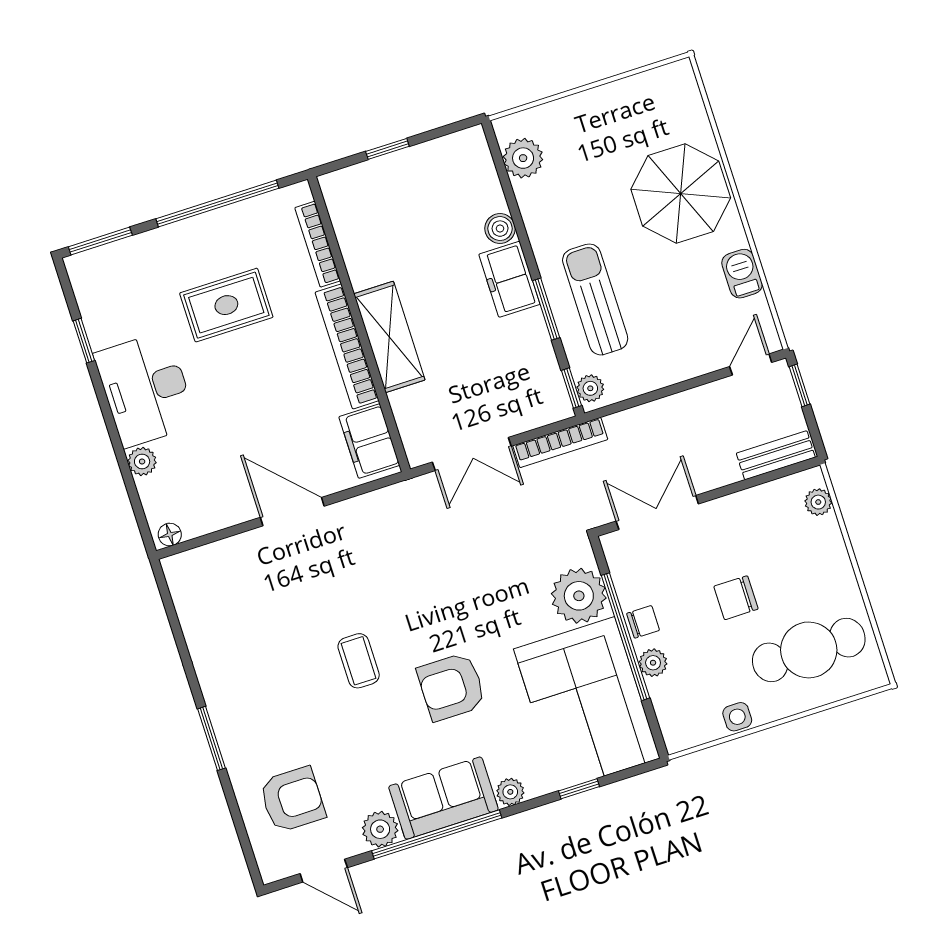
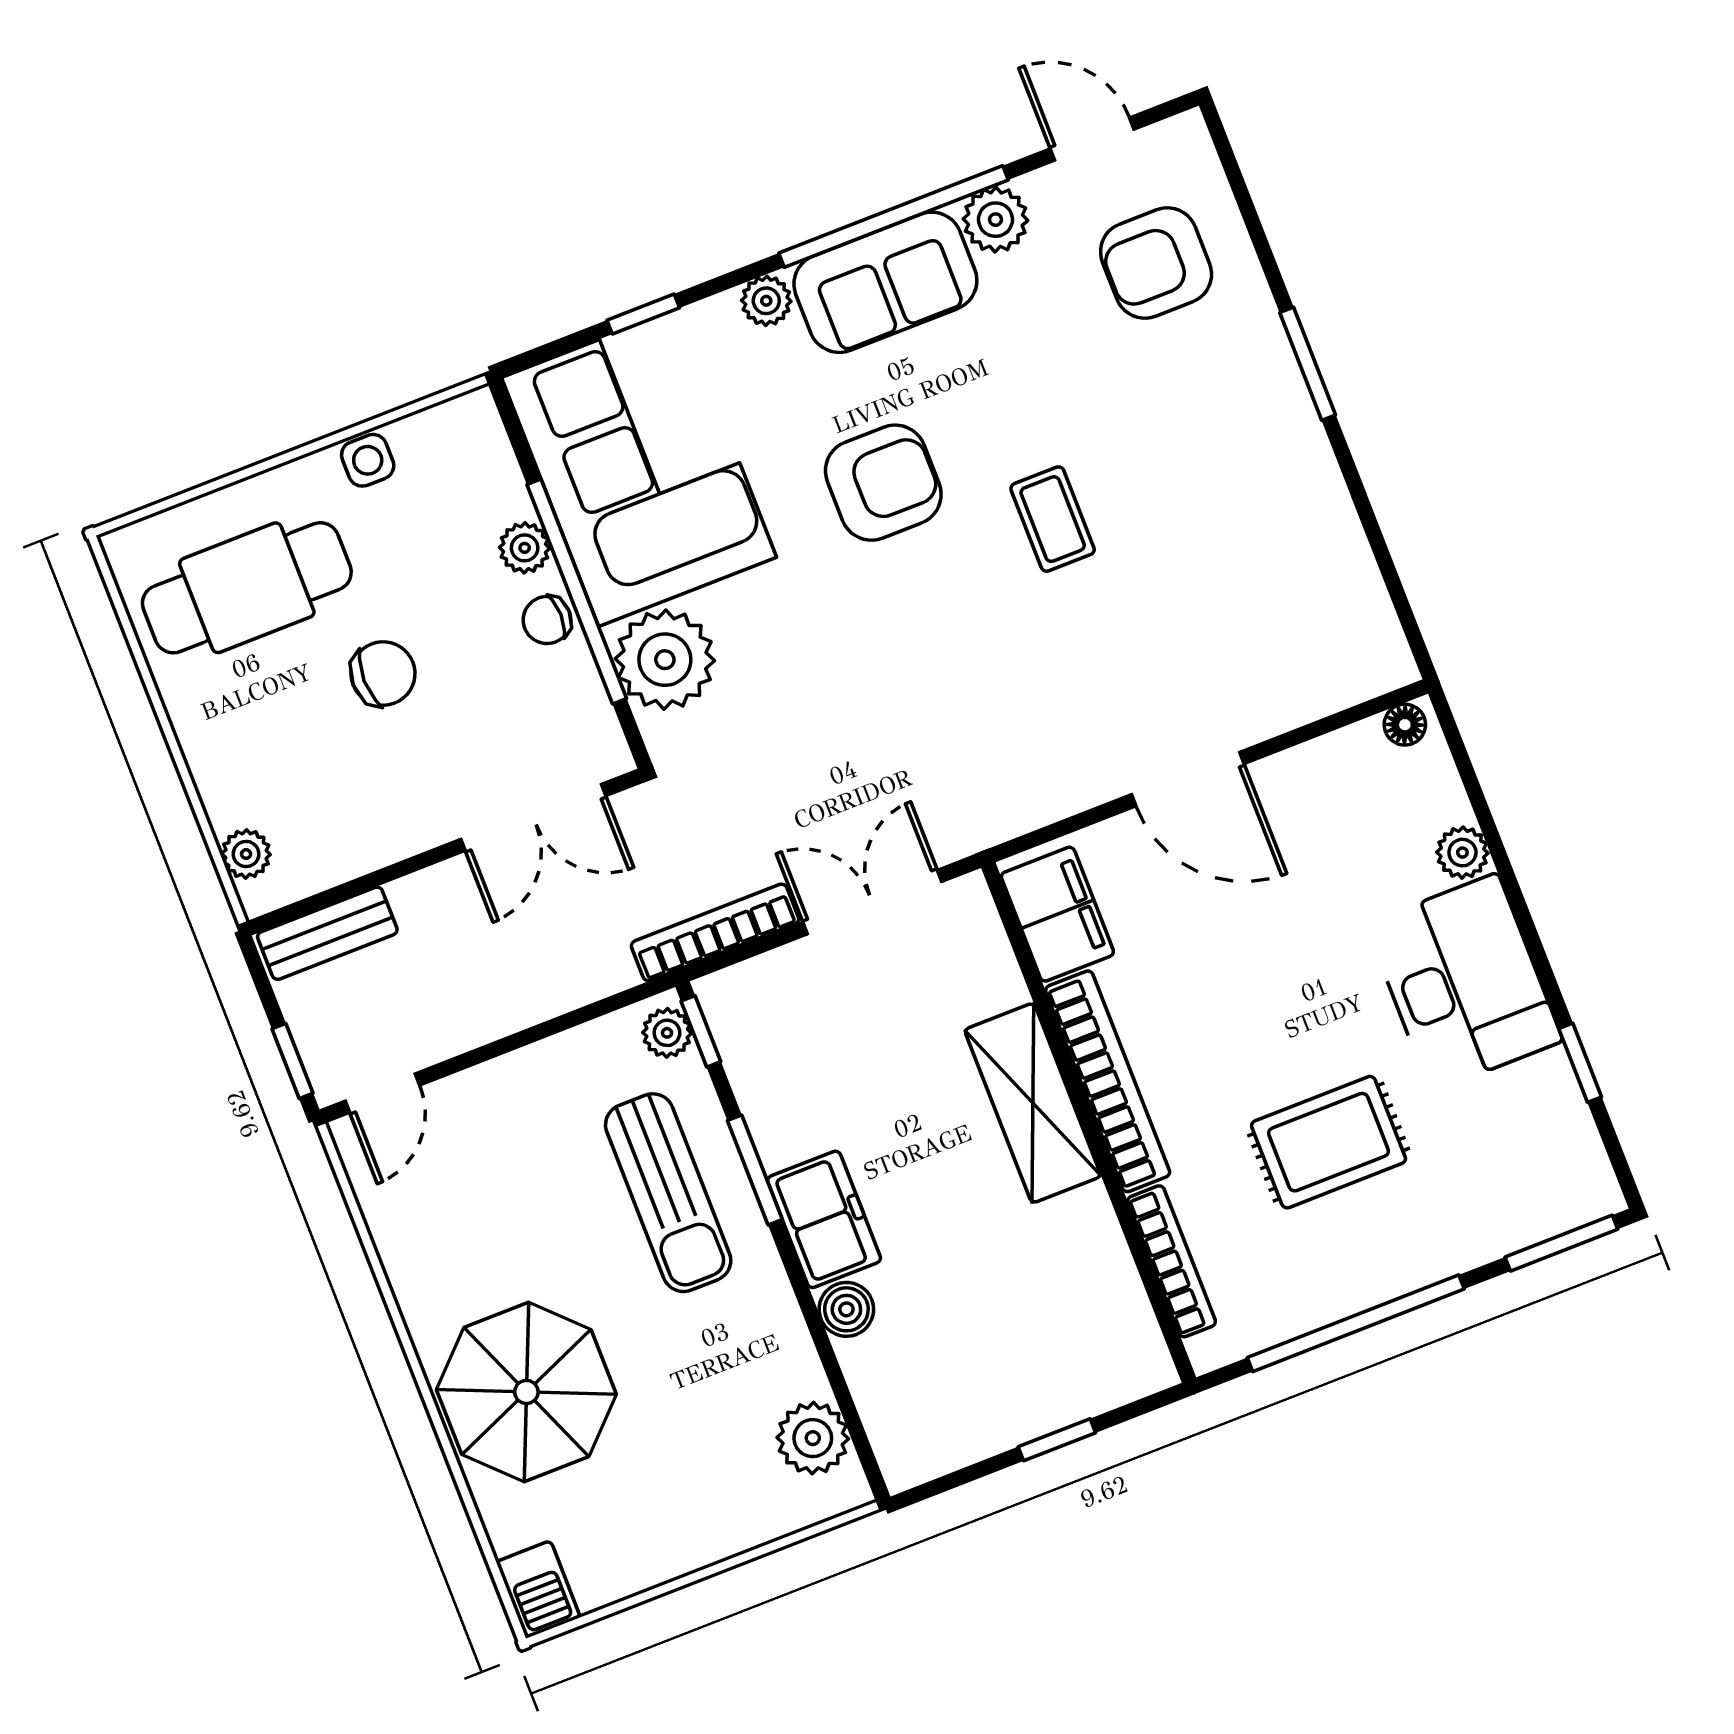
barbecue: (742, 274) -> (538, 1589), moved

